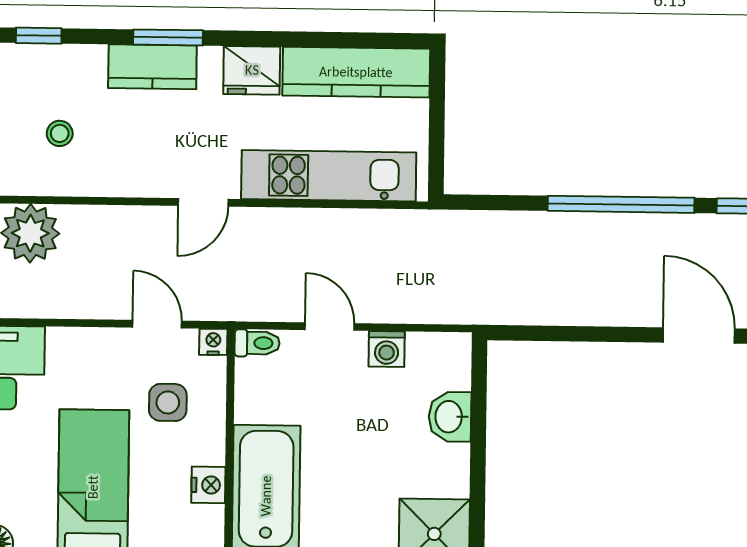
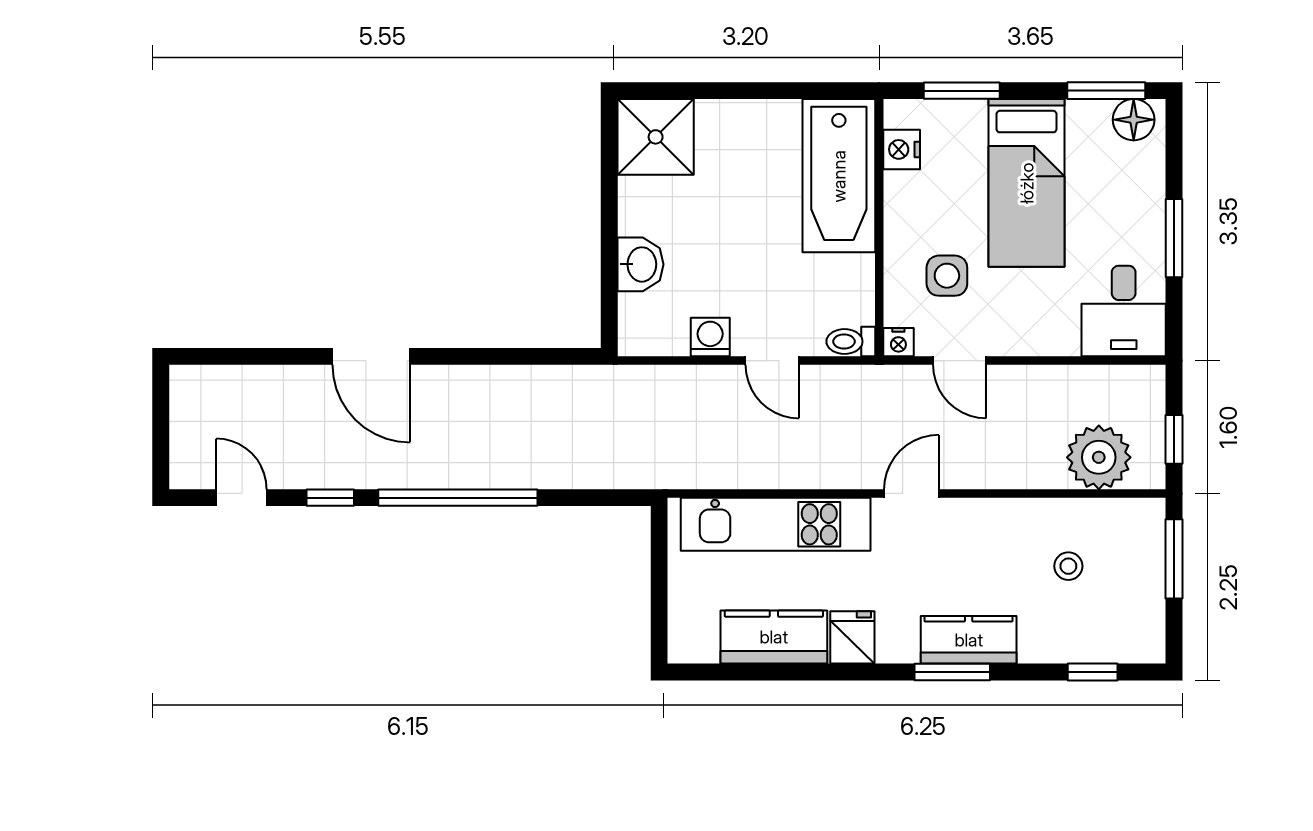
fridge: (252, 70) -> (852, 637), width x0.72
kitchen counter: (356, 72) -> (774, 637), width x0.67
nightstand: (208, 485) -> (902, 149), moved

